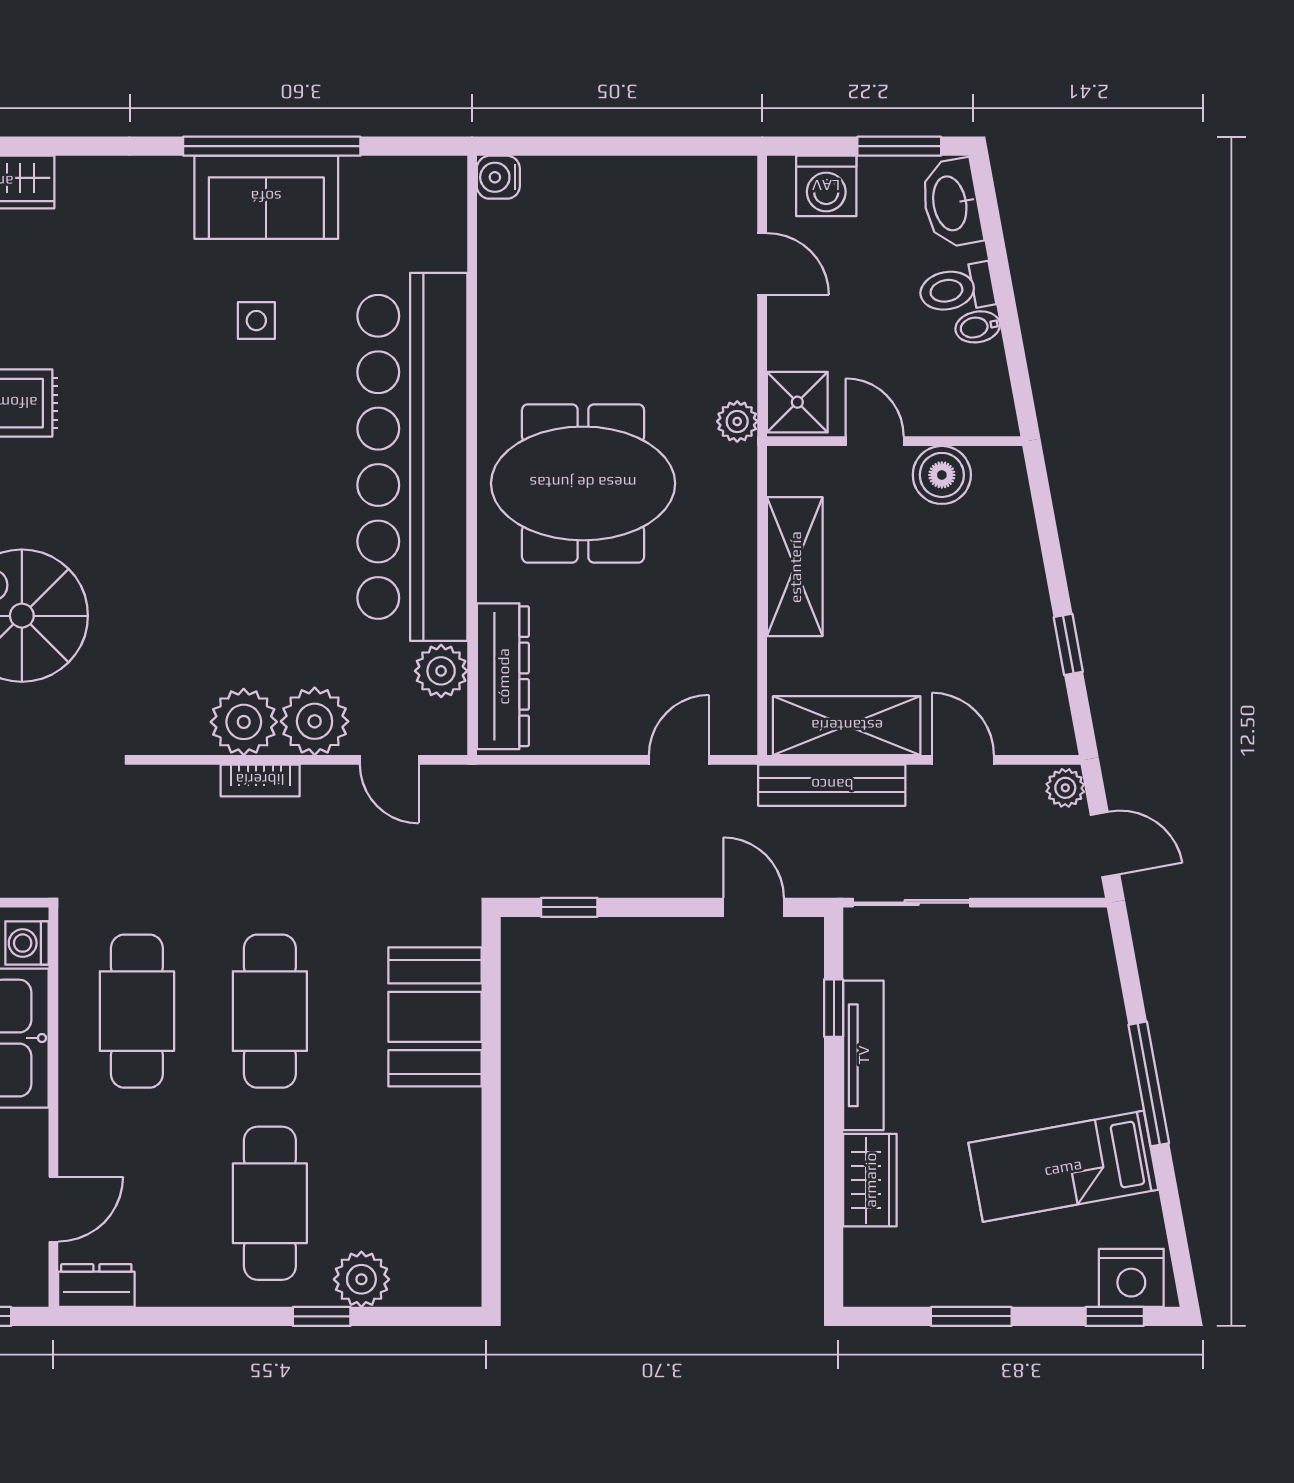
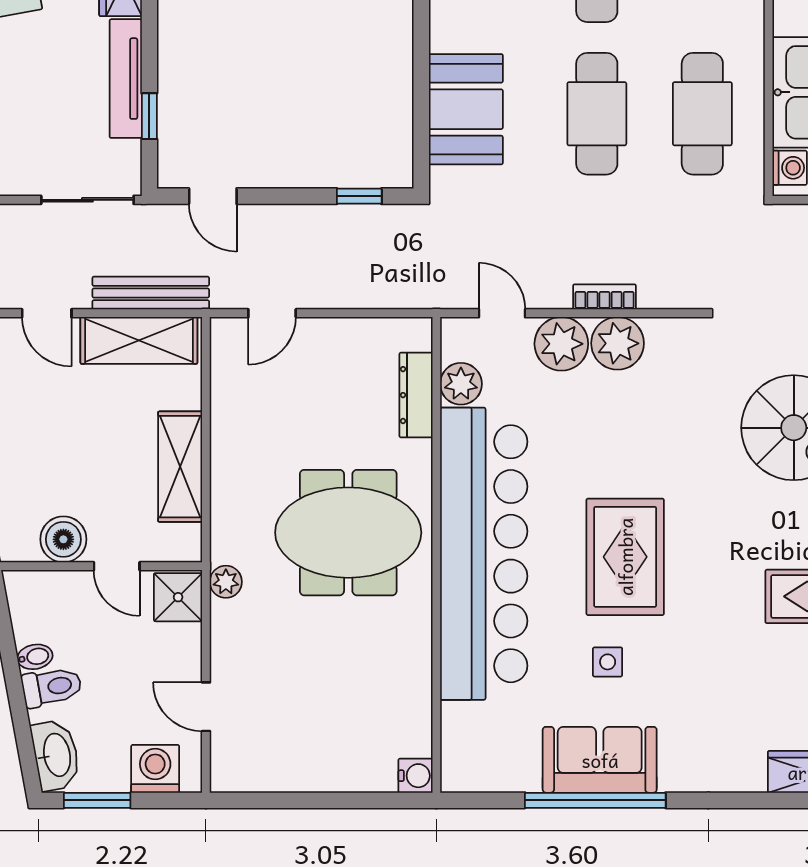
rug: (234, 453) -> (625, 557), added
dresser: (503, 676) -> (416, 395), width x0.73, depth x0.80

